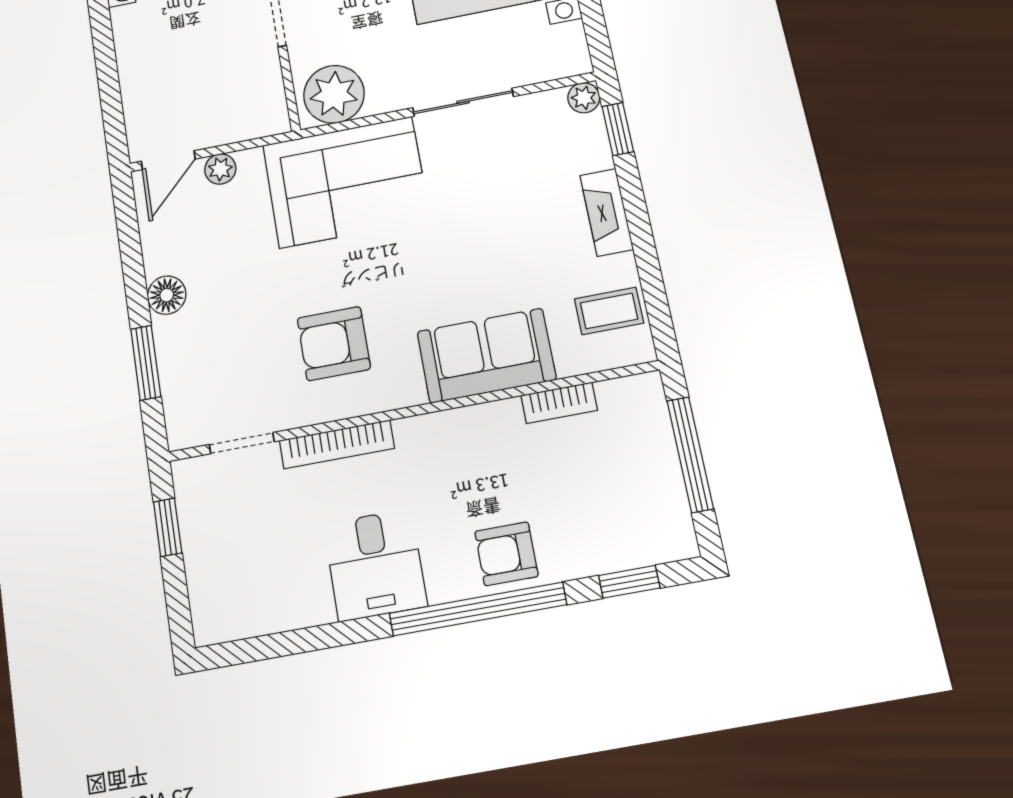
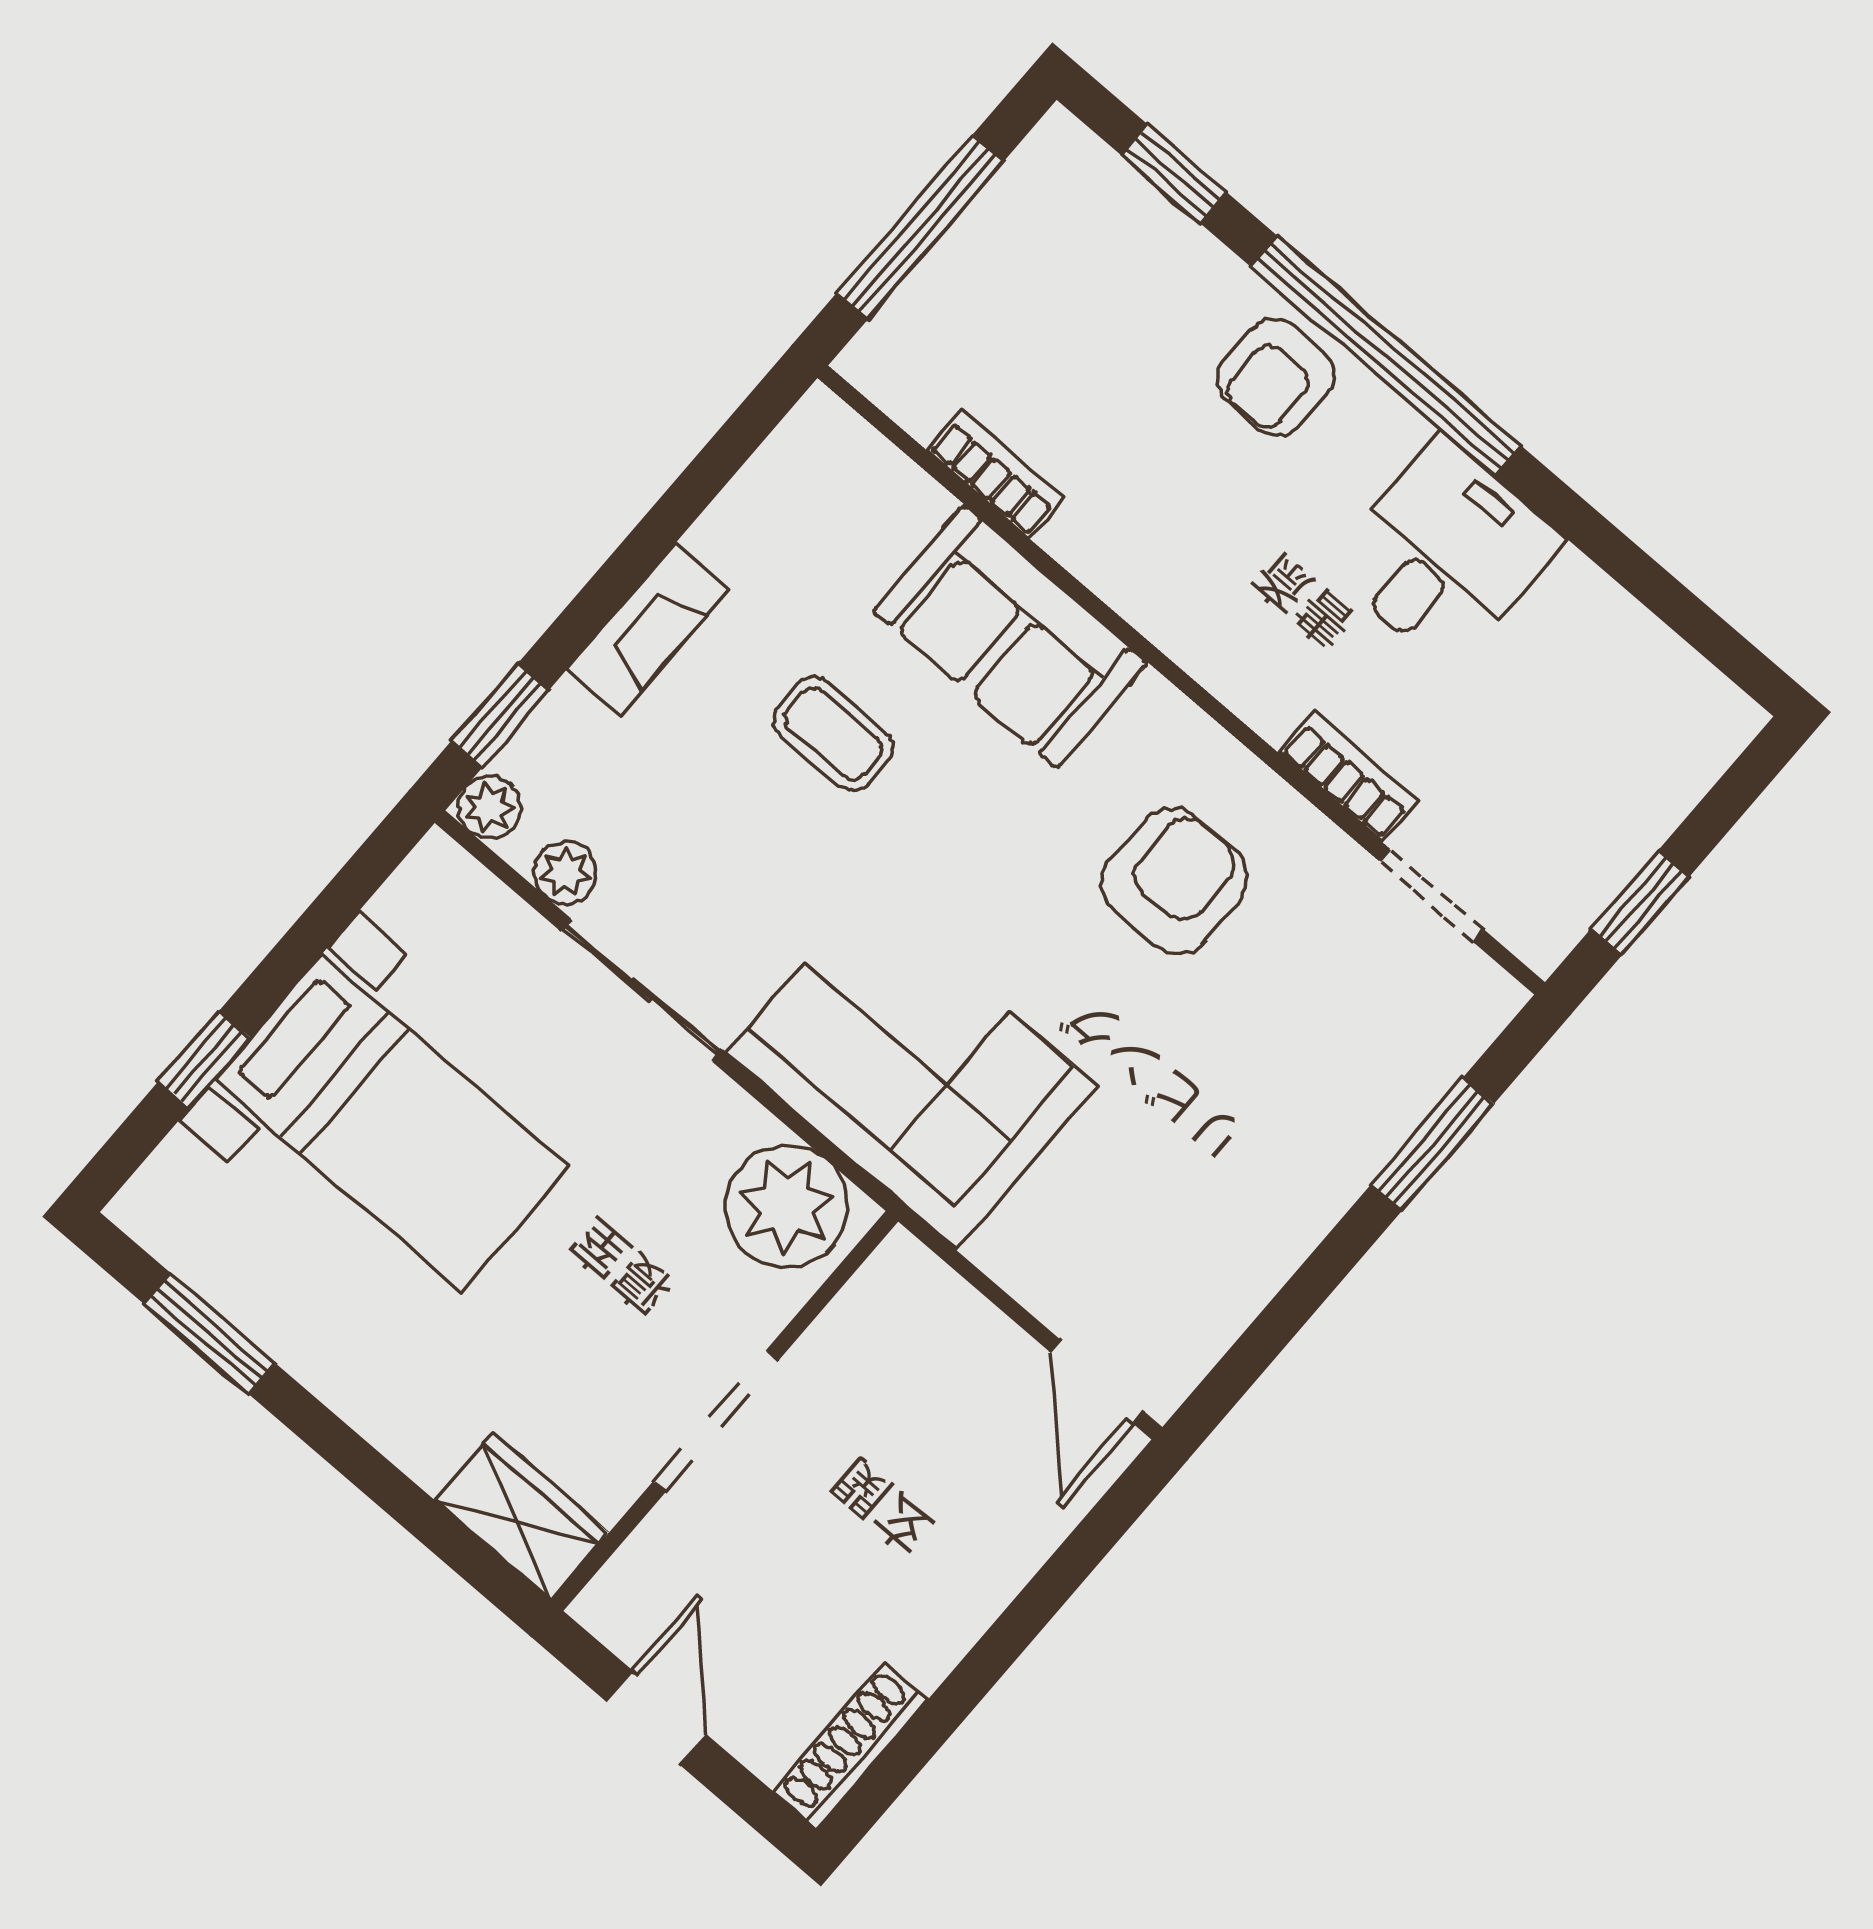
door: (168, 160) -> (1097, 1382), swing flipped
plant: (220, 169) -> (566, 873), moved
floor lamp: (167, 295) -> (1306, 1201), removed
coffee table: (609, 311) -> (833, 734), moved
armchair: (334, 344) -> (1175, 881), turned -90
bookcase: (337, 444) -> (1348, 777), width x0.64
armchair: (506, 554) -> (1276, 377), turned 90

